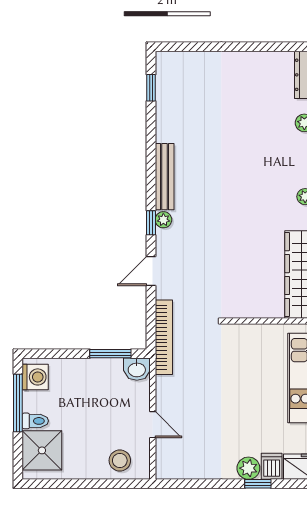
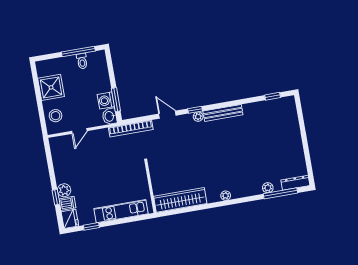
washing machine: (35, 377) -> (106, 100), moved, turned 90
toilet: (35, 421) -> (82, 61), moved
shower: (42, 450) -> (51, 87), moved

